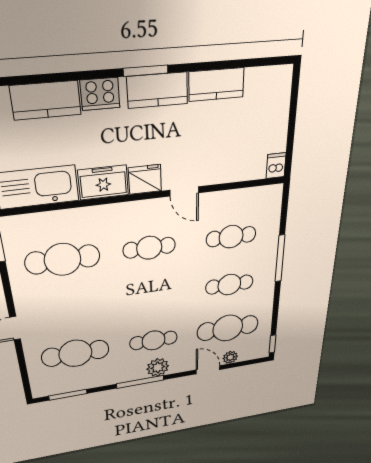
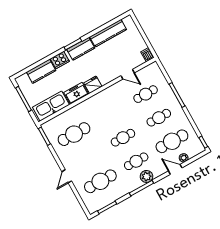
kitchen counter: (216, 85) -> (108, 33), width x1.50
door: (184, 191) -> (128, 74), moved
cafe table: (149, 248) -> (123, 138), moved

